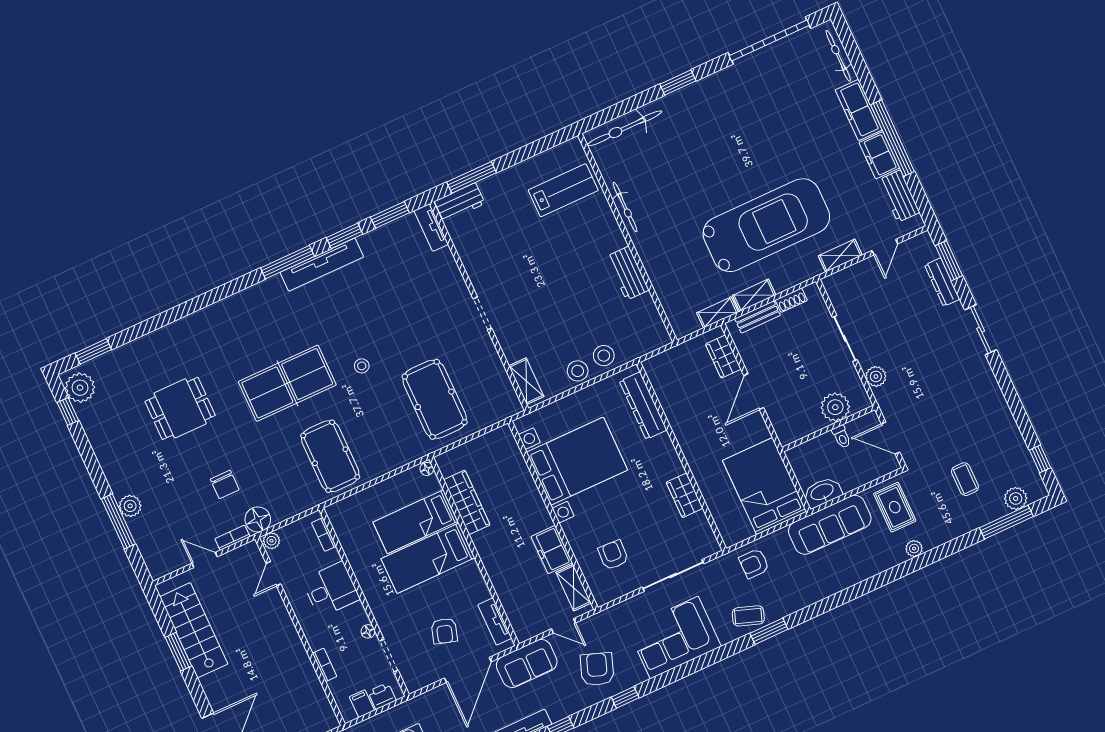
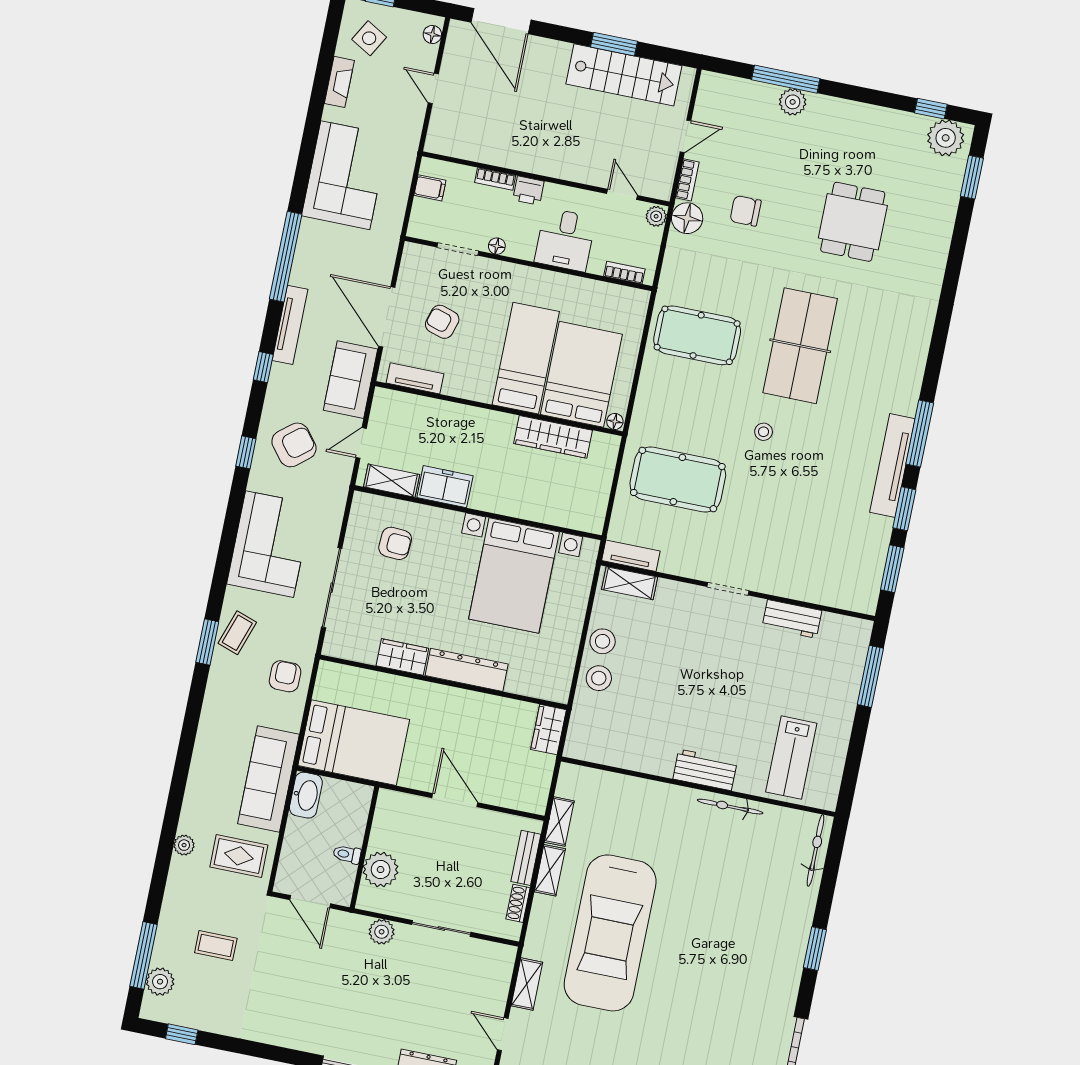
bicycle: (624, 128) -> (815, 850), width x0.73, depth x0.71
workbench: (460, 202) -> (792, 619), moved, turned -90
tv unit: (431, 228) -> (631, 556), moved
workbench: (628, 273) -> (705, 770), moved
wardrobe: (723, 357) -> (549, 730), moved, turned -90
dresser: (643, 406) -> (467, 670), moved
door: (891, 438) -> (310, 902), swing flipped
bed: (415, 522) -> (581, 374), width x1.50
armchair: (597, 669) -> (294, 445), turned -59
printer: (382, 696) -> (528, 191), moved, turned 90

